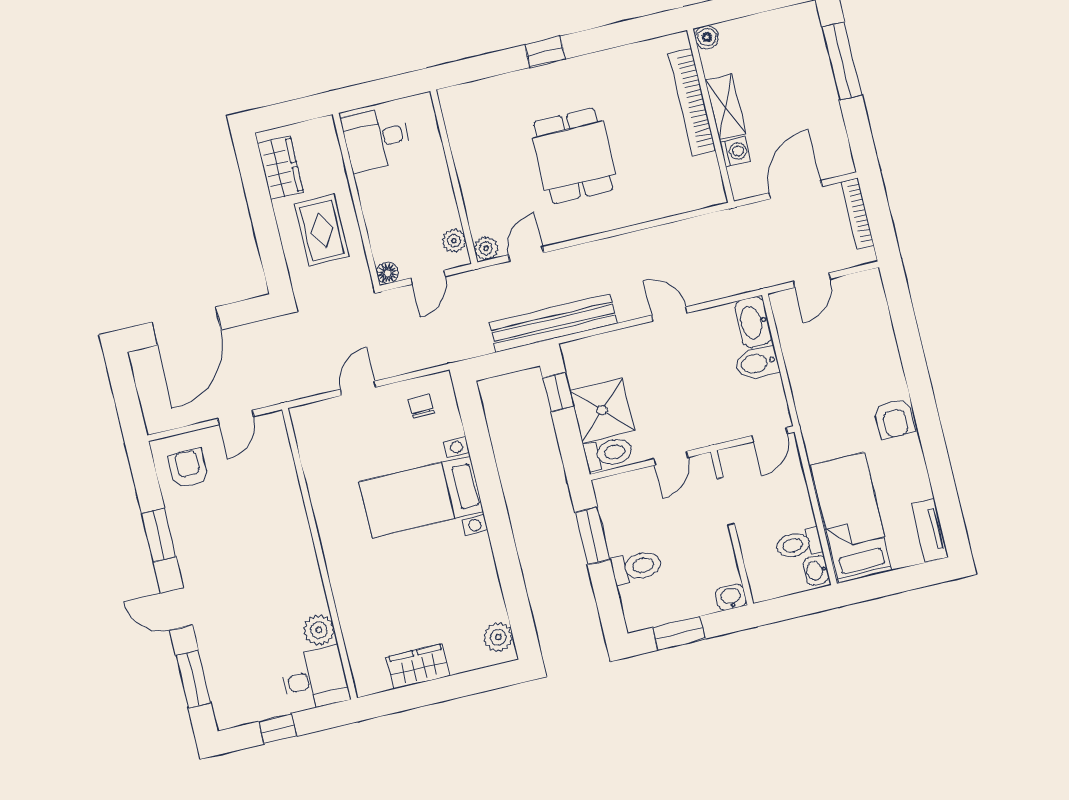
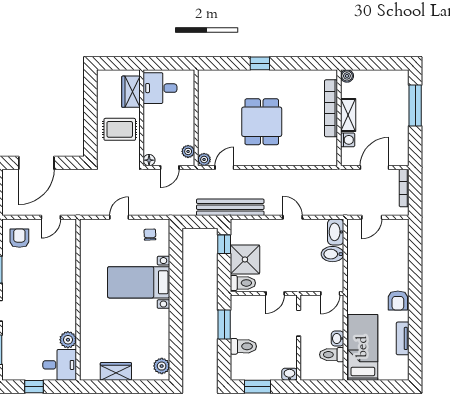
wardrobe: (280, 168) -> (131, 92), moved, turned 180
rug: (322, 230) -> (120, 129), turned 90
tv unit: (930, 530) -> (403, 338), moved
washbasin: (816, 570) -> (338, 339), moved

